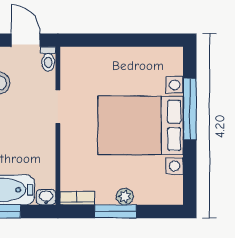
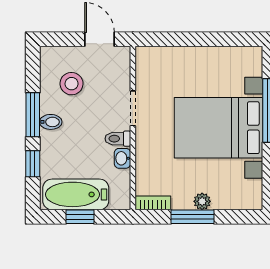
toilet: (48, 59) -> (118, 139), moved, turned 90
washbasin: (46, 197) -> (122, 158), moved, turned -90

